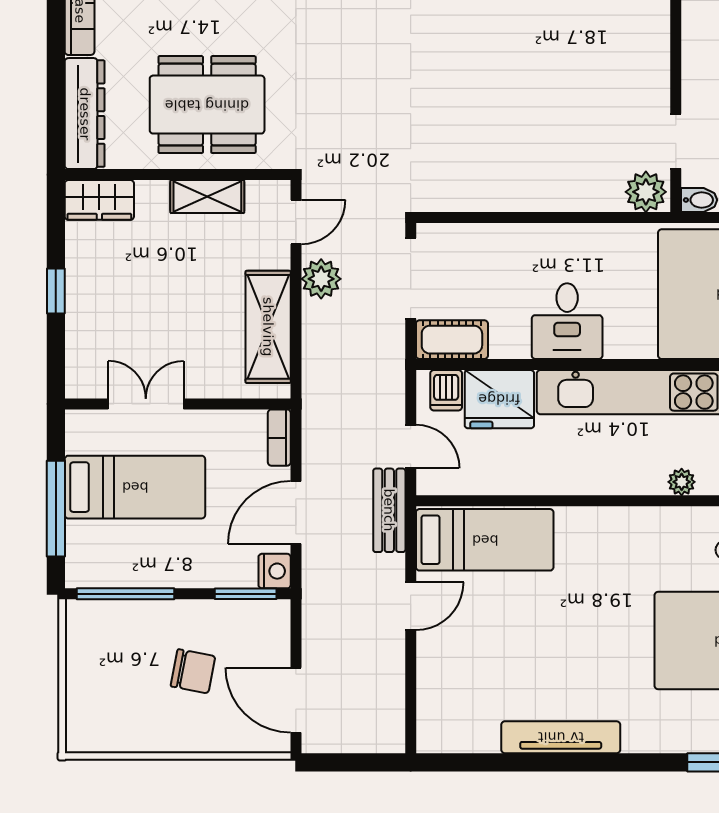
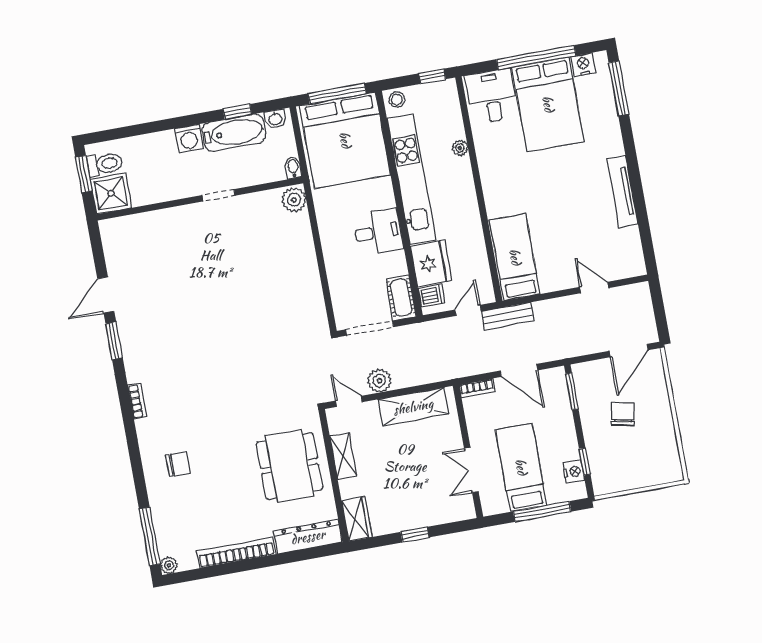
doorway: (676, 141) -> (219, 195), moved
nightstand: (275, 571) -> (574, 472), moved, turned 90
window: (126, 594) -> (585, 462), width x0.46
door: (411, 606) -> (594, 287), moved

